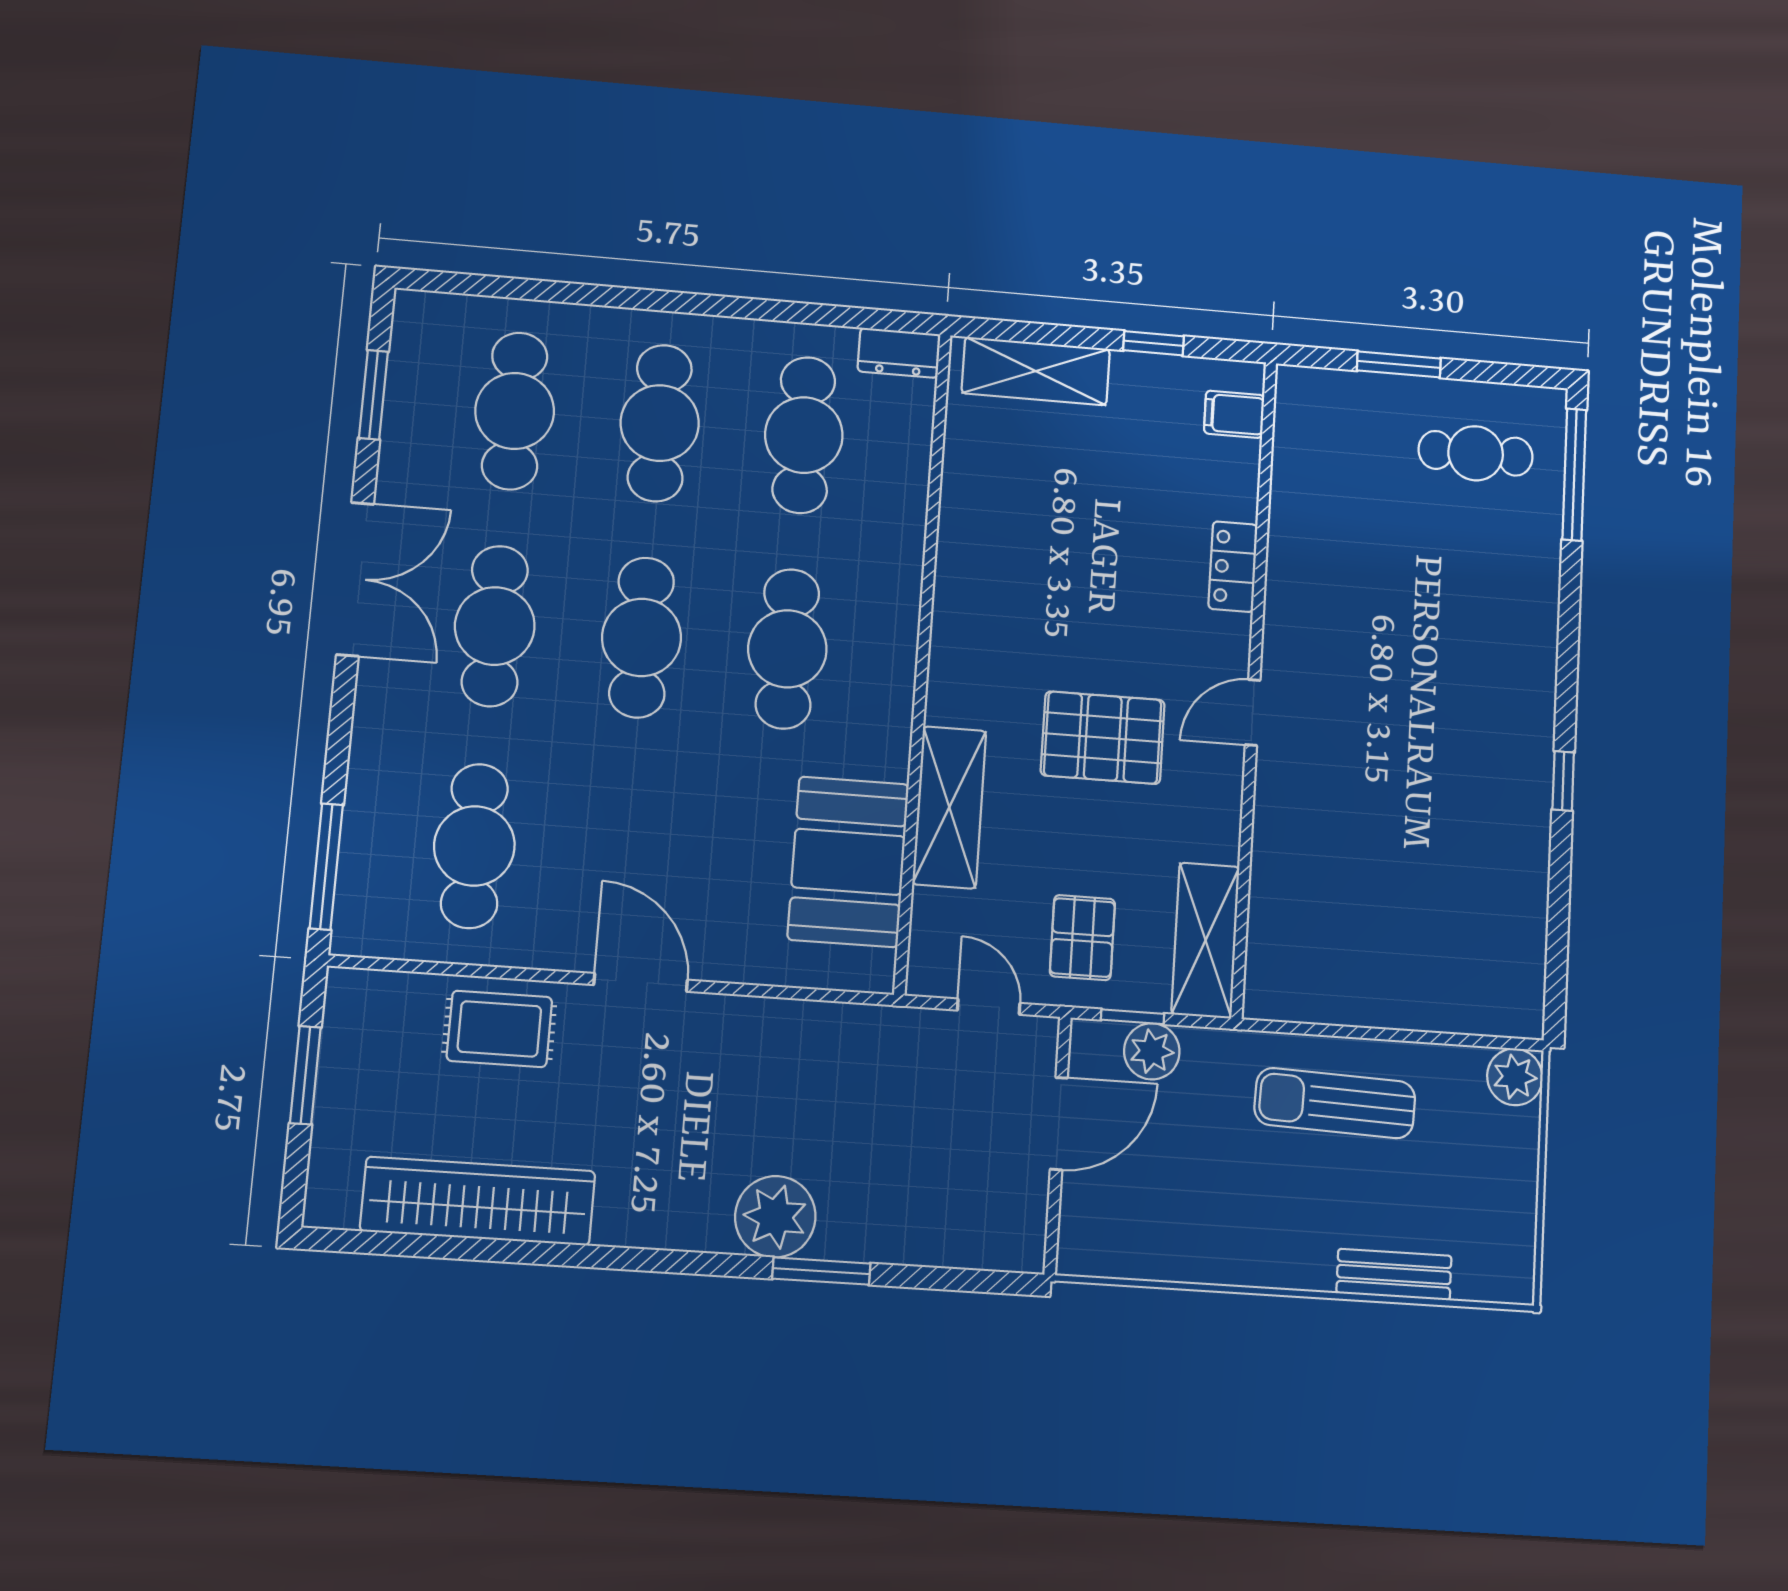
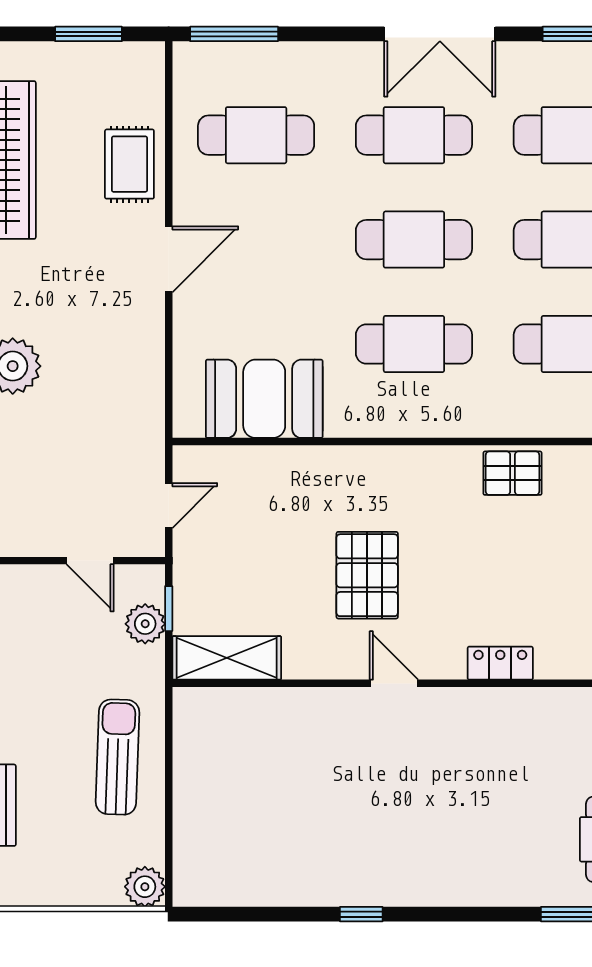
shelving: (949, 807) -> (308, 468), removed
pallet: (1082, 938) -> (513, 473), moved
door: (1059, 1124) -> (90, 561), width x0.73

